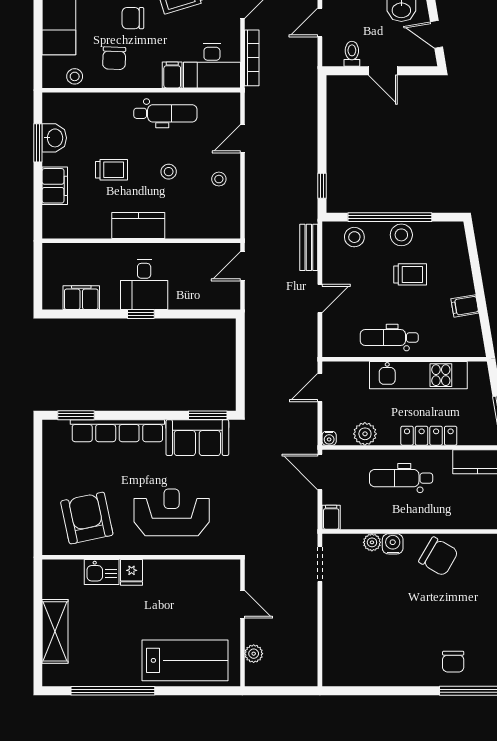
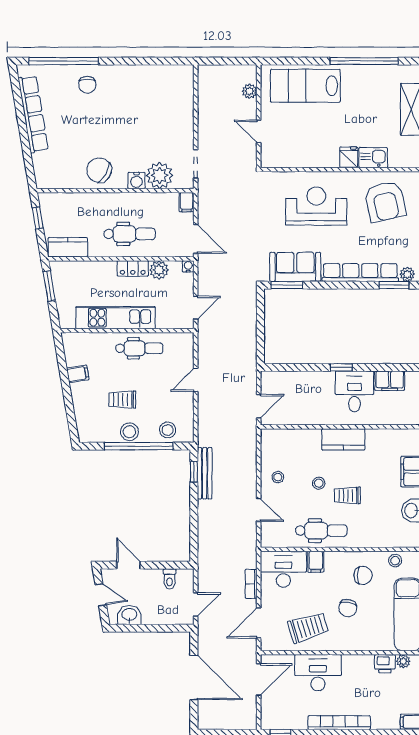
chair: (133, 18) -> (348, 608), turned 99
chair: (114, 58) -> (363, 575), turned 88
bookcase: (252, 58) -> (251, 584), width x0.64
door: (383, 71) -> (128, 565), moved
dental chair: (165, 113) -> (321, 531), turned 180
door: (242, 139) -> (259, 510), hinge flipped
trolley: (111, 170) -> (347, 495), moved
bench: (309, 247) -> (205, 473), moved, width x1.36
desk: (144, 284) -> (354, 391), moved
plant: (60, 429) -> (407, 274), added
locker: (429, 436) -> (133, 268), moved, width x0.66
reception desk: (172, 512) -> (316, 206), turned 180
plant: (372, 542) -> (160, 175), width x1.87, depth x1.87
chair: (453, 662) -> (87, 85), turned 180

